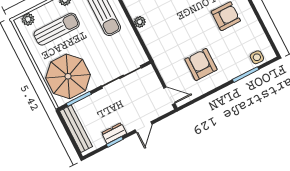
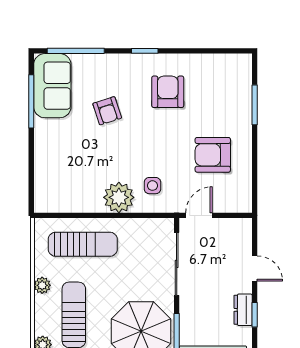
plant: (140, 22) -> (119, 197), width x1.87, depth x1.87
side table: (257, 57) -> (152, 186), moved
door: (169, 96) -> (199, 215), moved

